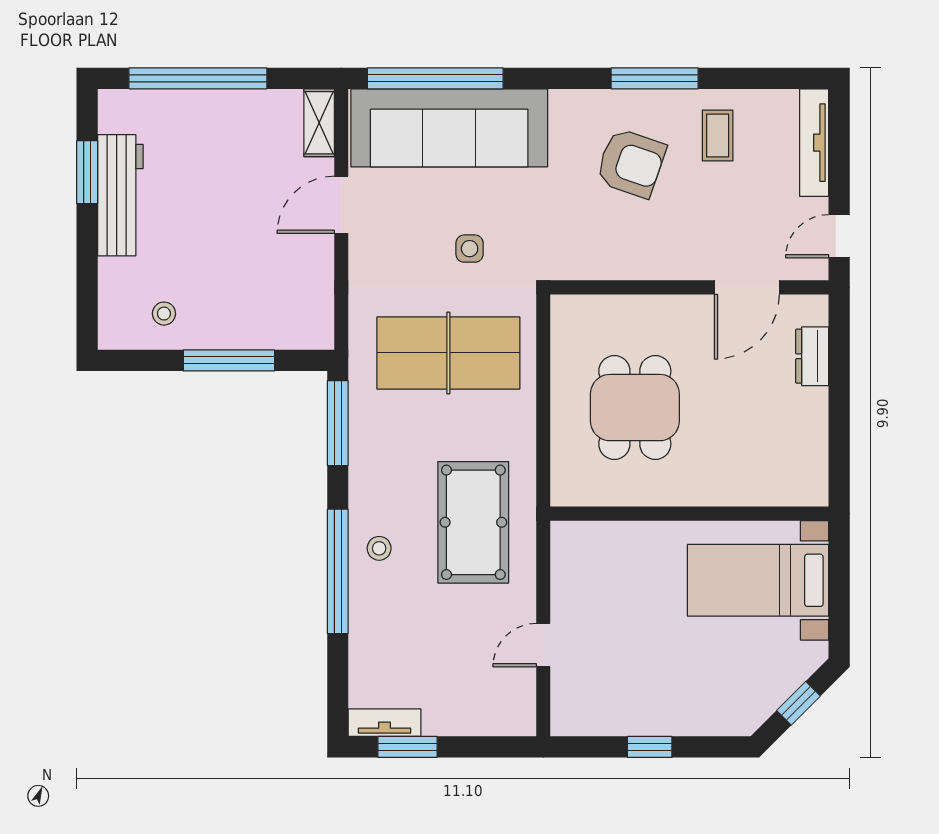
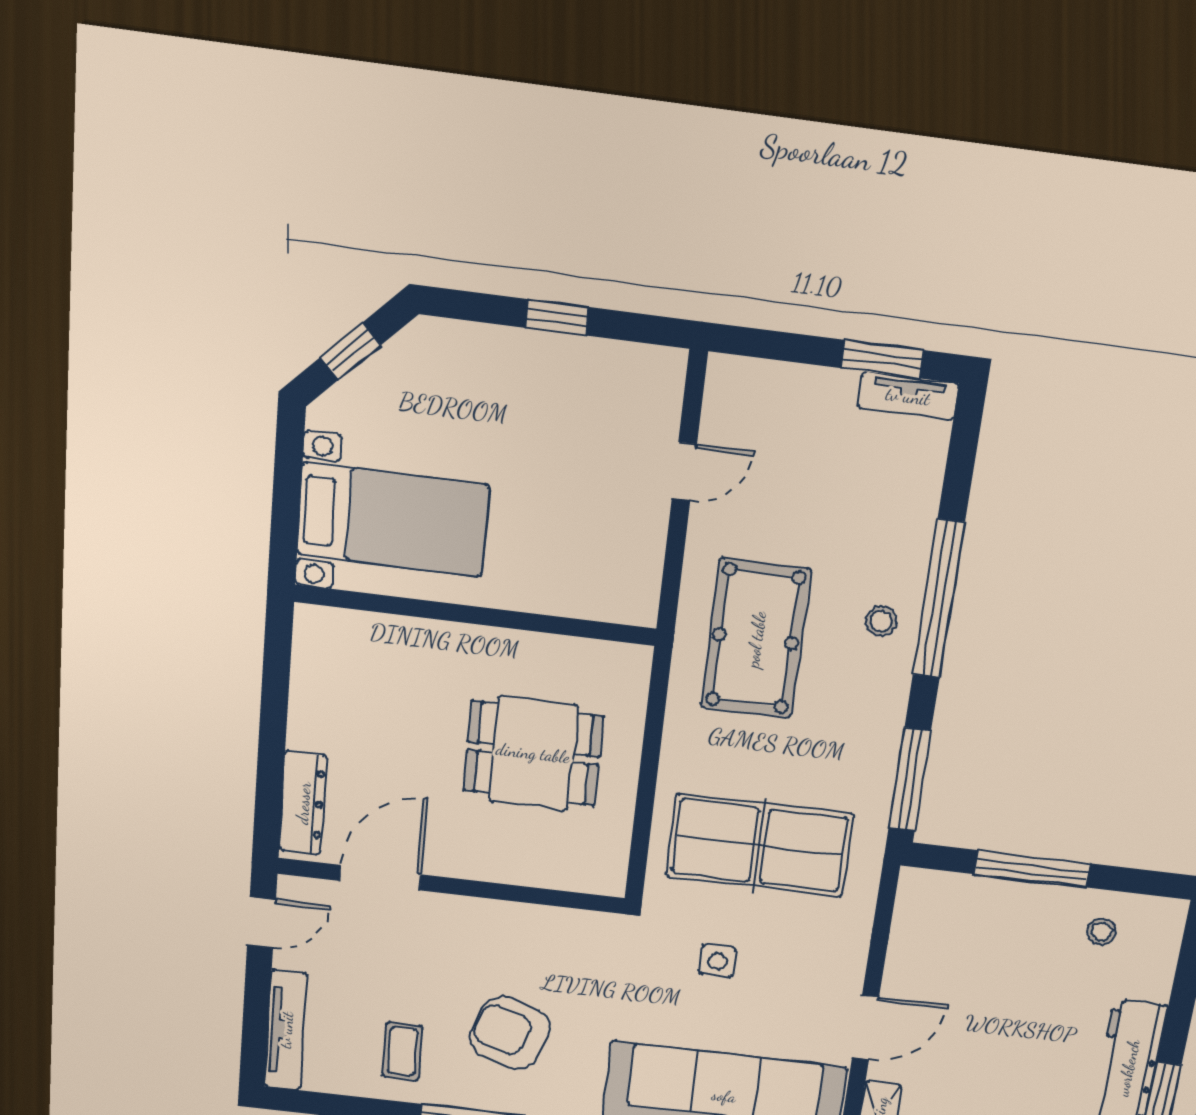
dresser: (812, 356) -> (303, 803), width x1.44
dining table: (635, 408) -> (533, 753), turned 90

